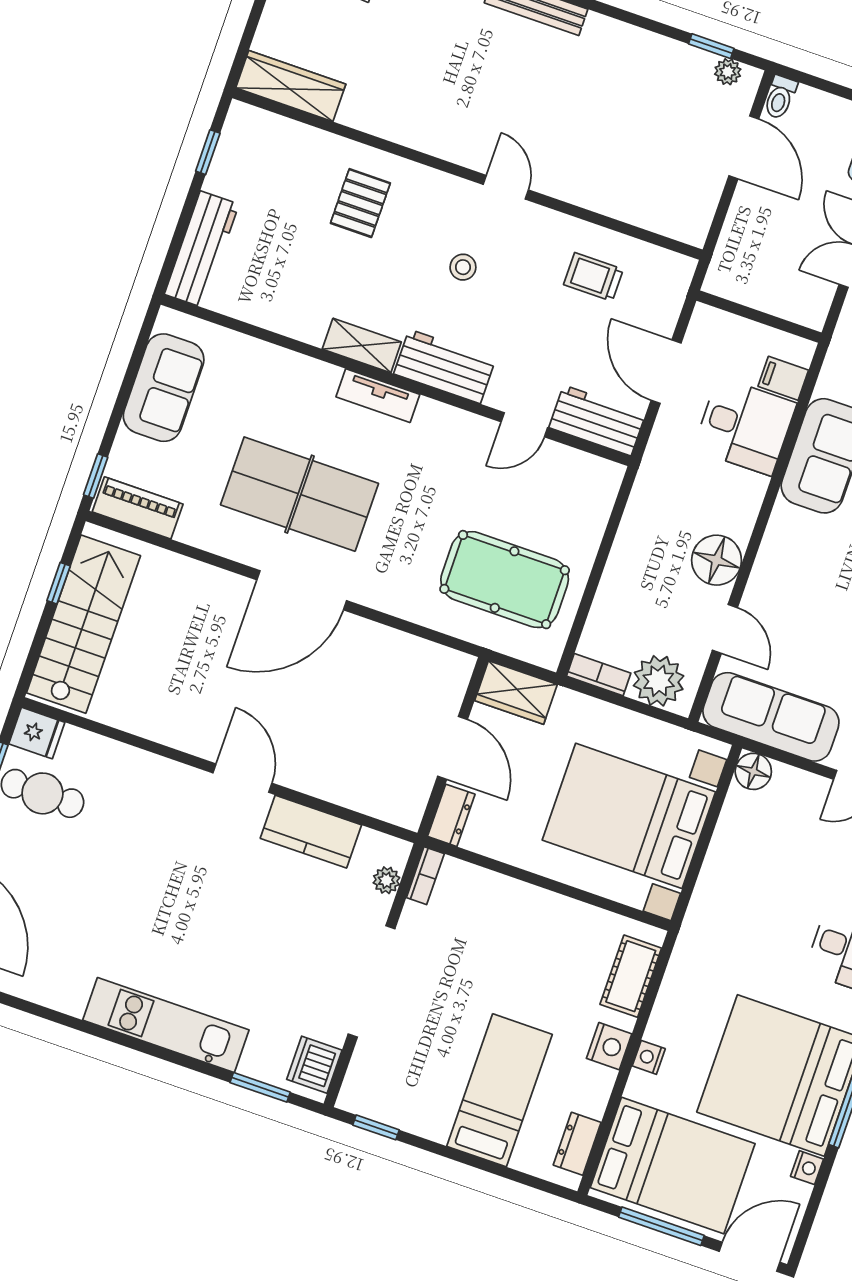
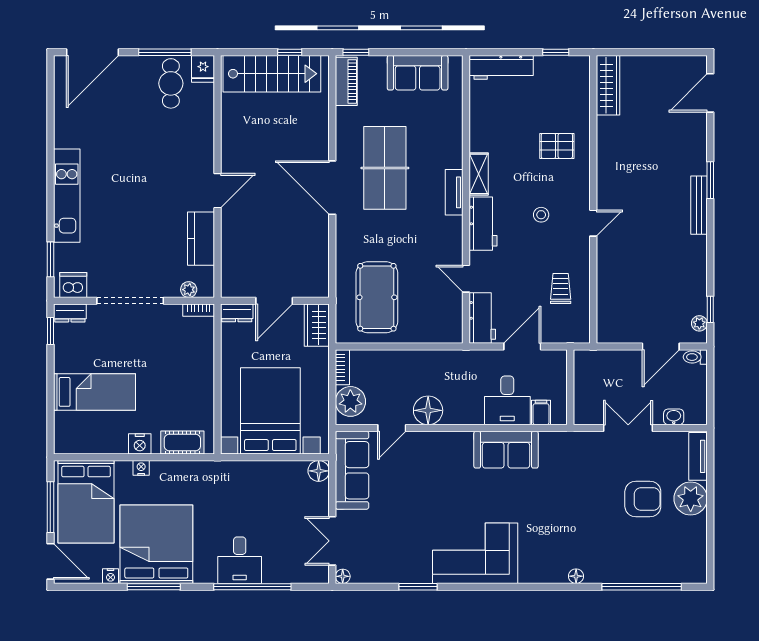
dresser: (577, 1144) -> (70, 313), moved, turned 180

